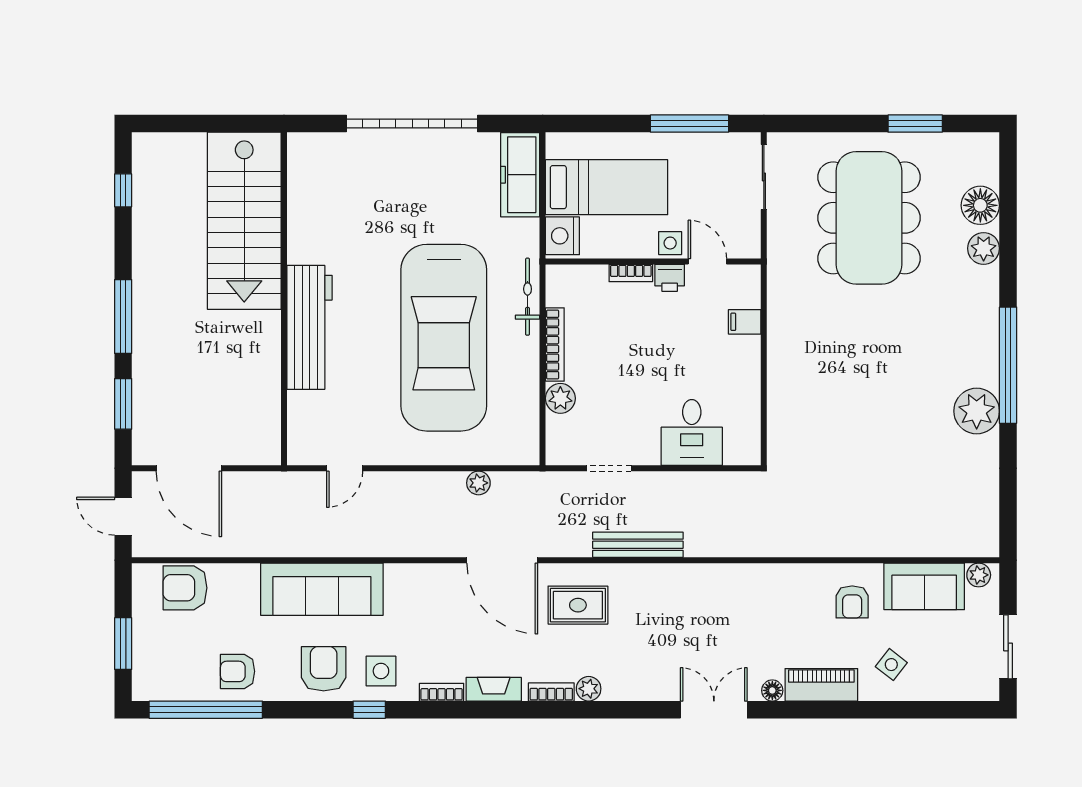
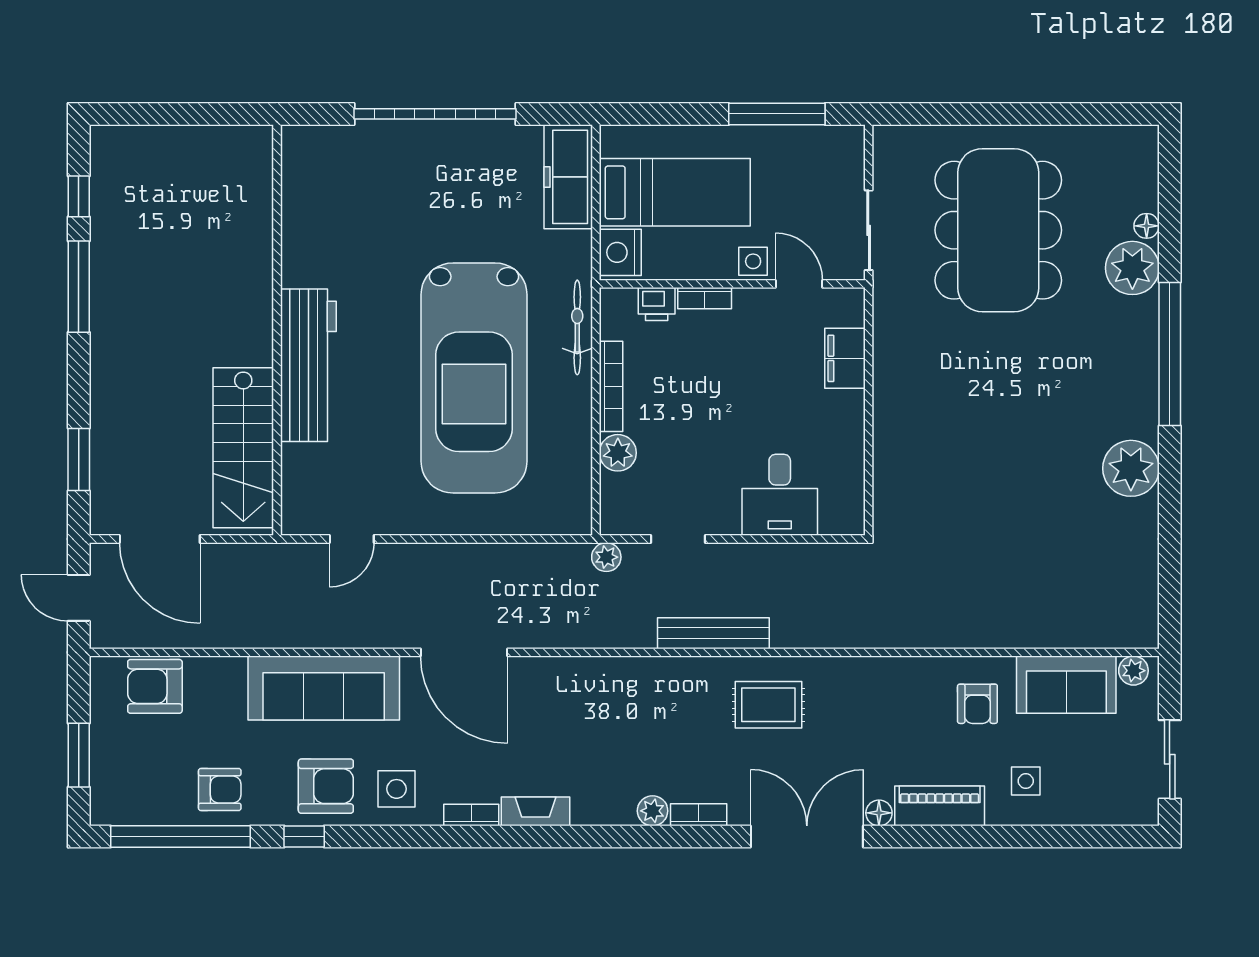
window: (915, 124) -> (1055, 114), removed
sliding door: (764, 177) -> (869, 230), moved
floor lamp: (980, 205) -> (1147, 226), width x0.53, depth x0.53
stairs: (244, 221) -> (243, 448), moved, width x0.73, depth x0.66
plant: (984, 248) -> (1132, 268), width x1.36, depth x1.36
printer: (670, 278) -> (657, 304), moved
window: (123, 316) -> (79, 287), moved
filing cabinet: (745, 322) -> (845, 358), width x2.00
window: (1008, 365) -> (1170, 354), moved
plant: (478, 483) -> (606, 557), moved
door: (502, 560) -> (464, 652), moved
rug: (578, 605) -> (768, 705), moved
side table: (891, 665) -> (1026, 781), turned -38
armchair: (324, 669) -> (326, 786), turned 90
armchair: (238, 671) -> (220, 789), turned 180
bookcase: (551, 692) -> (699, 815), moved
window: (369, 710) -> (304, 837), moved
double door: (714, 710) -> (807, 837), width x1.37

